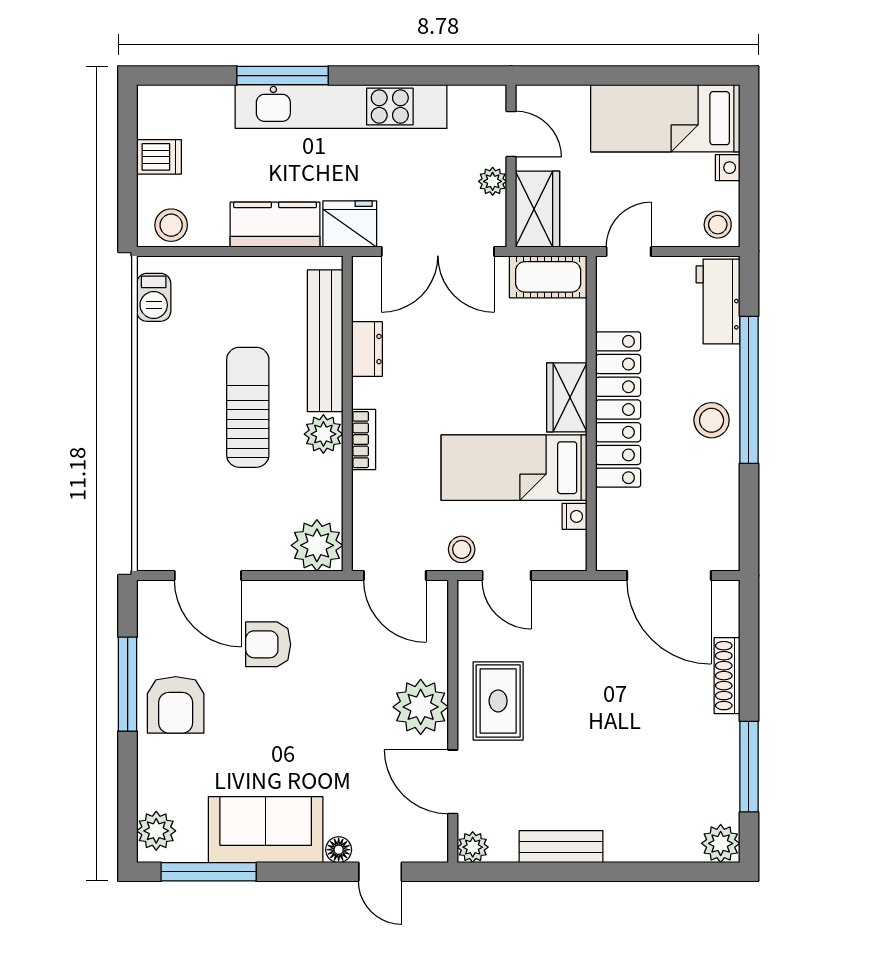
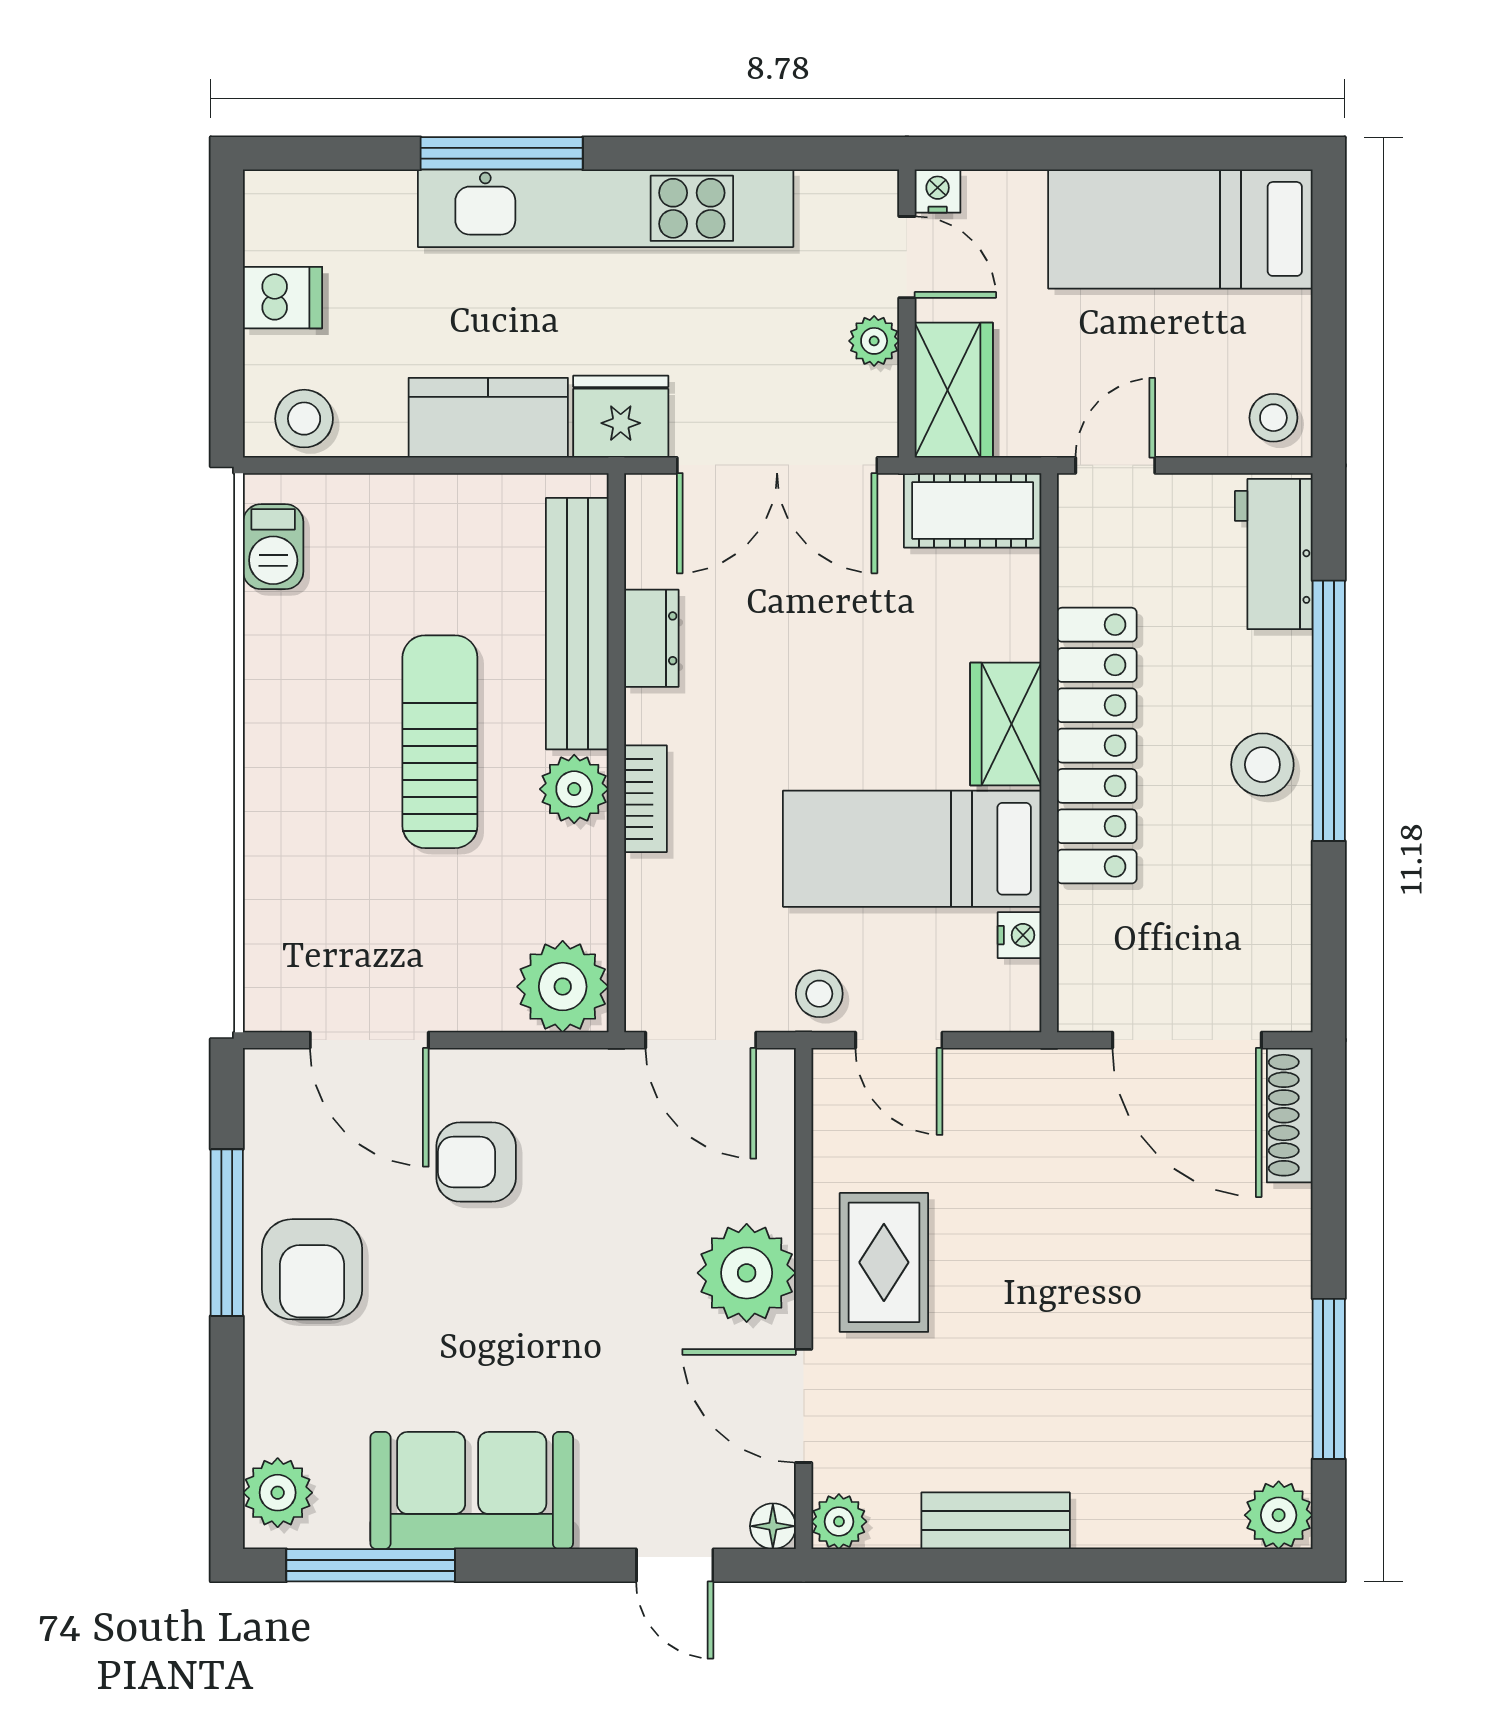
nightstand: (728, 168) -> (938, 191), moved, turned -90
shoe rack: (727, 676) -> (1290, 1115), moved
floor lamp: (339, 850) -> (773, 1526), moved

